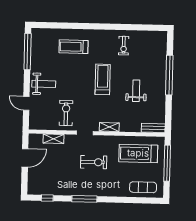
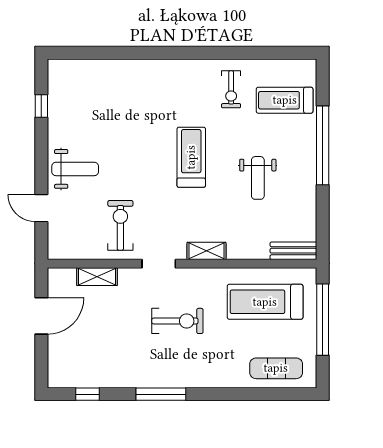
treadmill: (73, 47) -> (285, 100), moved
window: (28, 52) -> (41, 106), width x0.32
weight bench: (136, 91) -> (258, 178), turned 180

